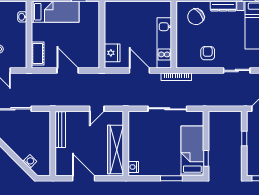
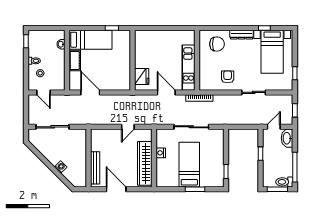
chair: (196, 17) -> (217, 44), turned -141
cot: (38, 54) -> (75, 61), moved
door: (68, 70) -> (90, 92), moved
bench: (60, 130) -> (95, 168), moved
bed: (192, 151) -> (189, 165), moved
washing machine: (30, 161) -> (61, 167), moved
nightstand: (133, 167) -> (161, 153), moved

